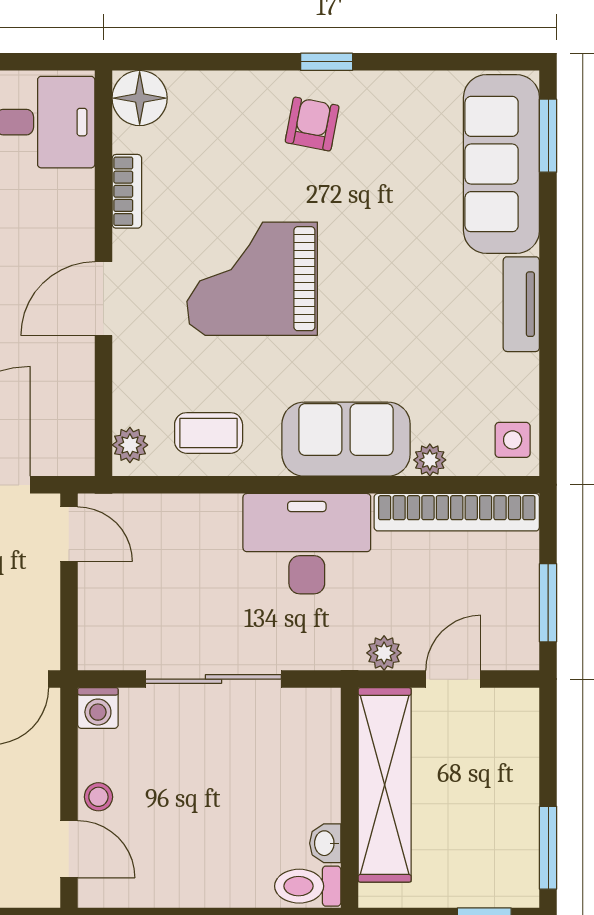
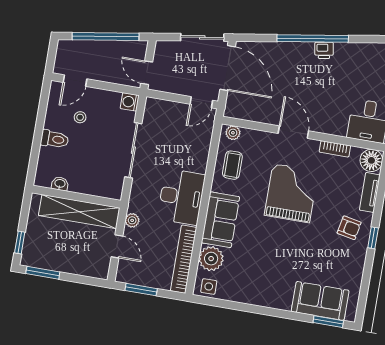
sofa: (501, 164) -> (320, 301), width x0.73
tv unit: (521, 304) -> (370, 192), moved, turned -90
plant: (430, 460) -> (211, 259), width x1.88, depth x1.88
stool: (98, 797) -> (80, 117), moved
toilet: (308, 886) -> (55, 139), moved, turned 90

